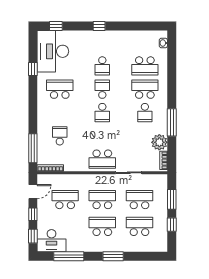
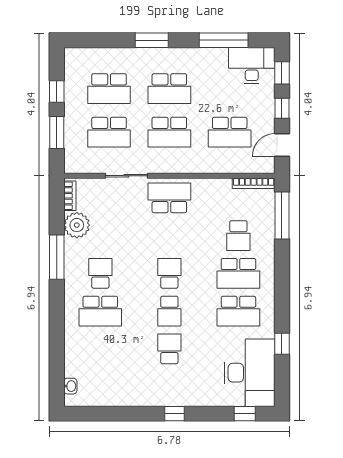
school desk: (145, 66) -> (238, 273), moved, turned 180

